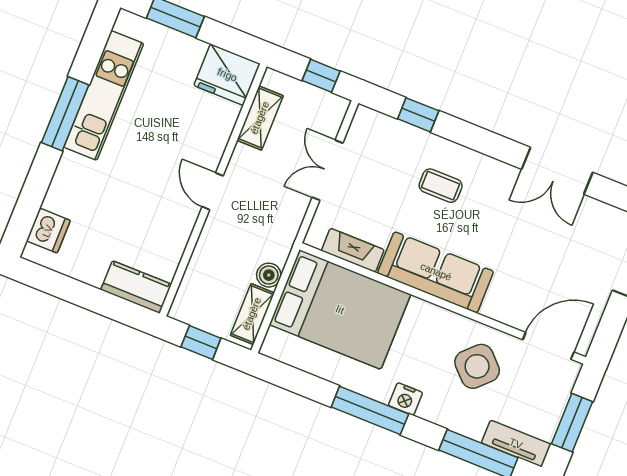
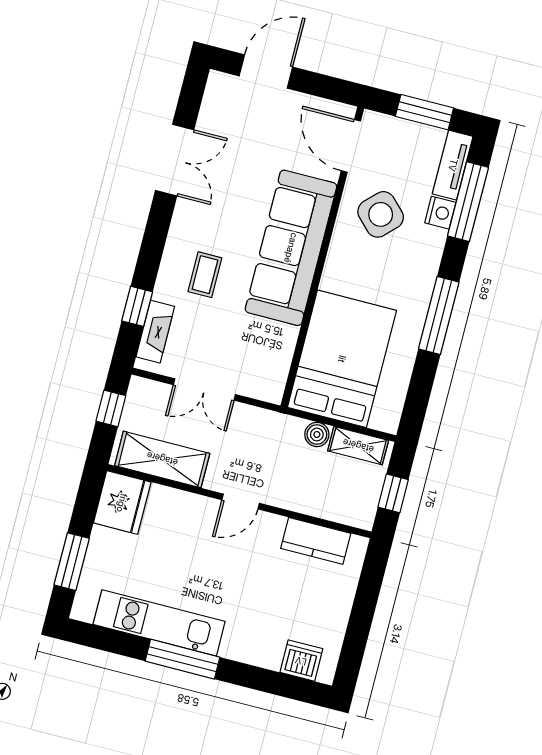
shelving: (260, 118) -> (162, 459), width x1.50, depth x1.33
fireplace: (353, 250) -> (155, 332), moved, turned 180
sofa: (436, 272) -> (291, 248), width x1.36, depth x1.27
kitchen counter: (136, 287) -> (316, 541), moved, turned -90
nightstand: (406, 399) -> (440, 213), moved

